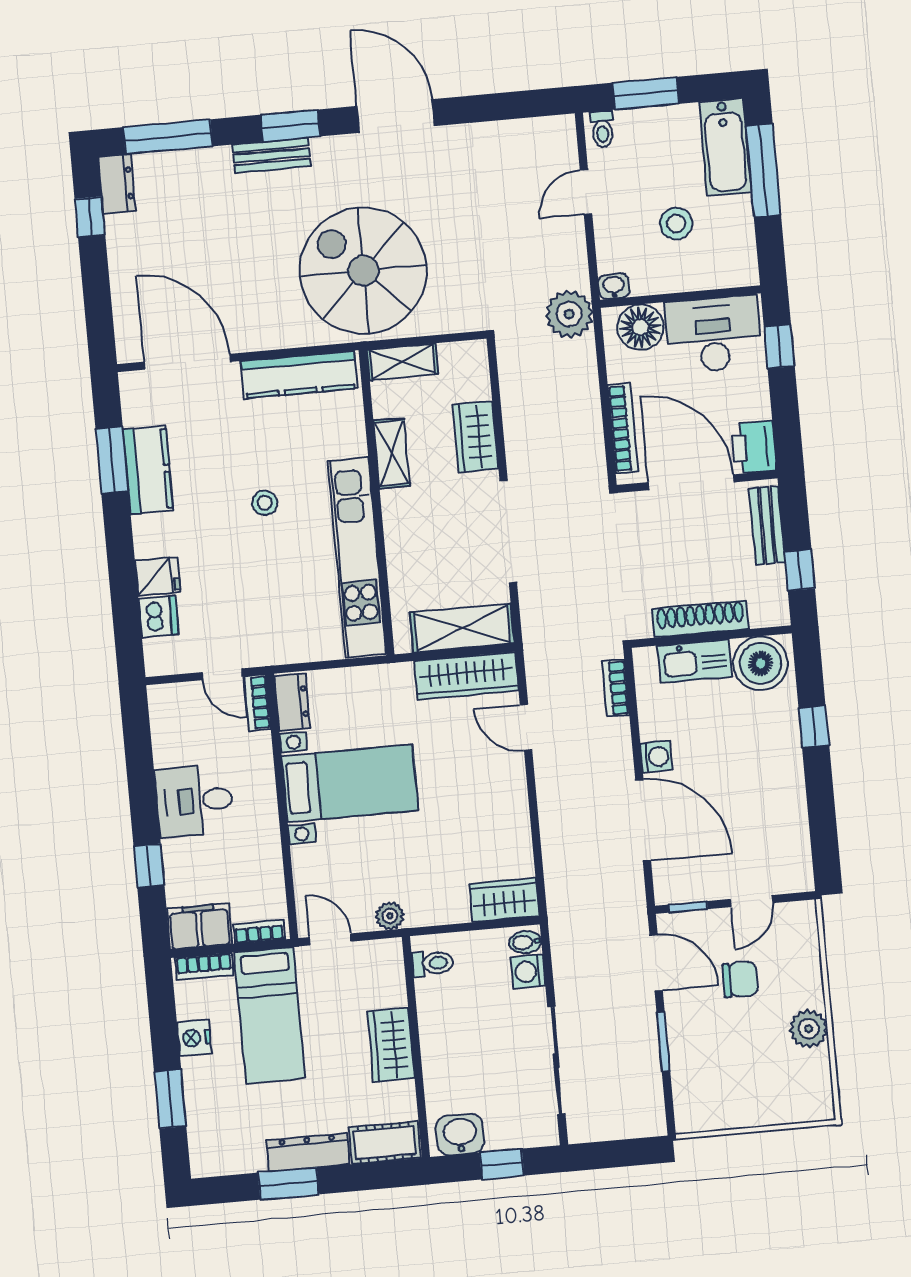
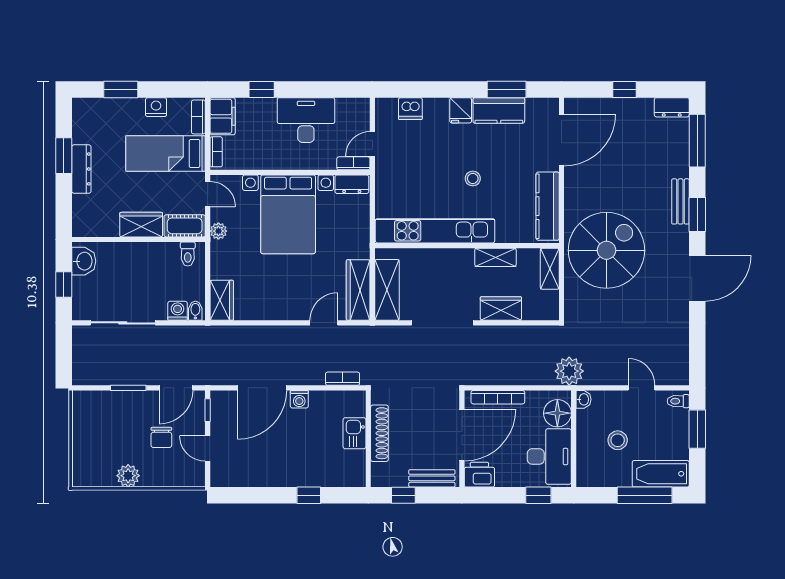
window: (90, 217) -> (624, 89), moved
fridge: (158, 576) -> (461, 110), moved
kitchen sink: (695, 661) -> (355, 433), width x0.73
boiler: (761, 663) -> (350, 467), removed
bed with nightstands: (350, 783) -> (288, 214), width x1.36
desk: (194, 801) -> (306, 120), width x1.37
door: (330, 939) -> (208, 194), hinge flipped
cot: (385, 1143) -> (185, 226), moved, turned 90

